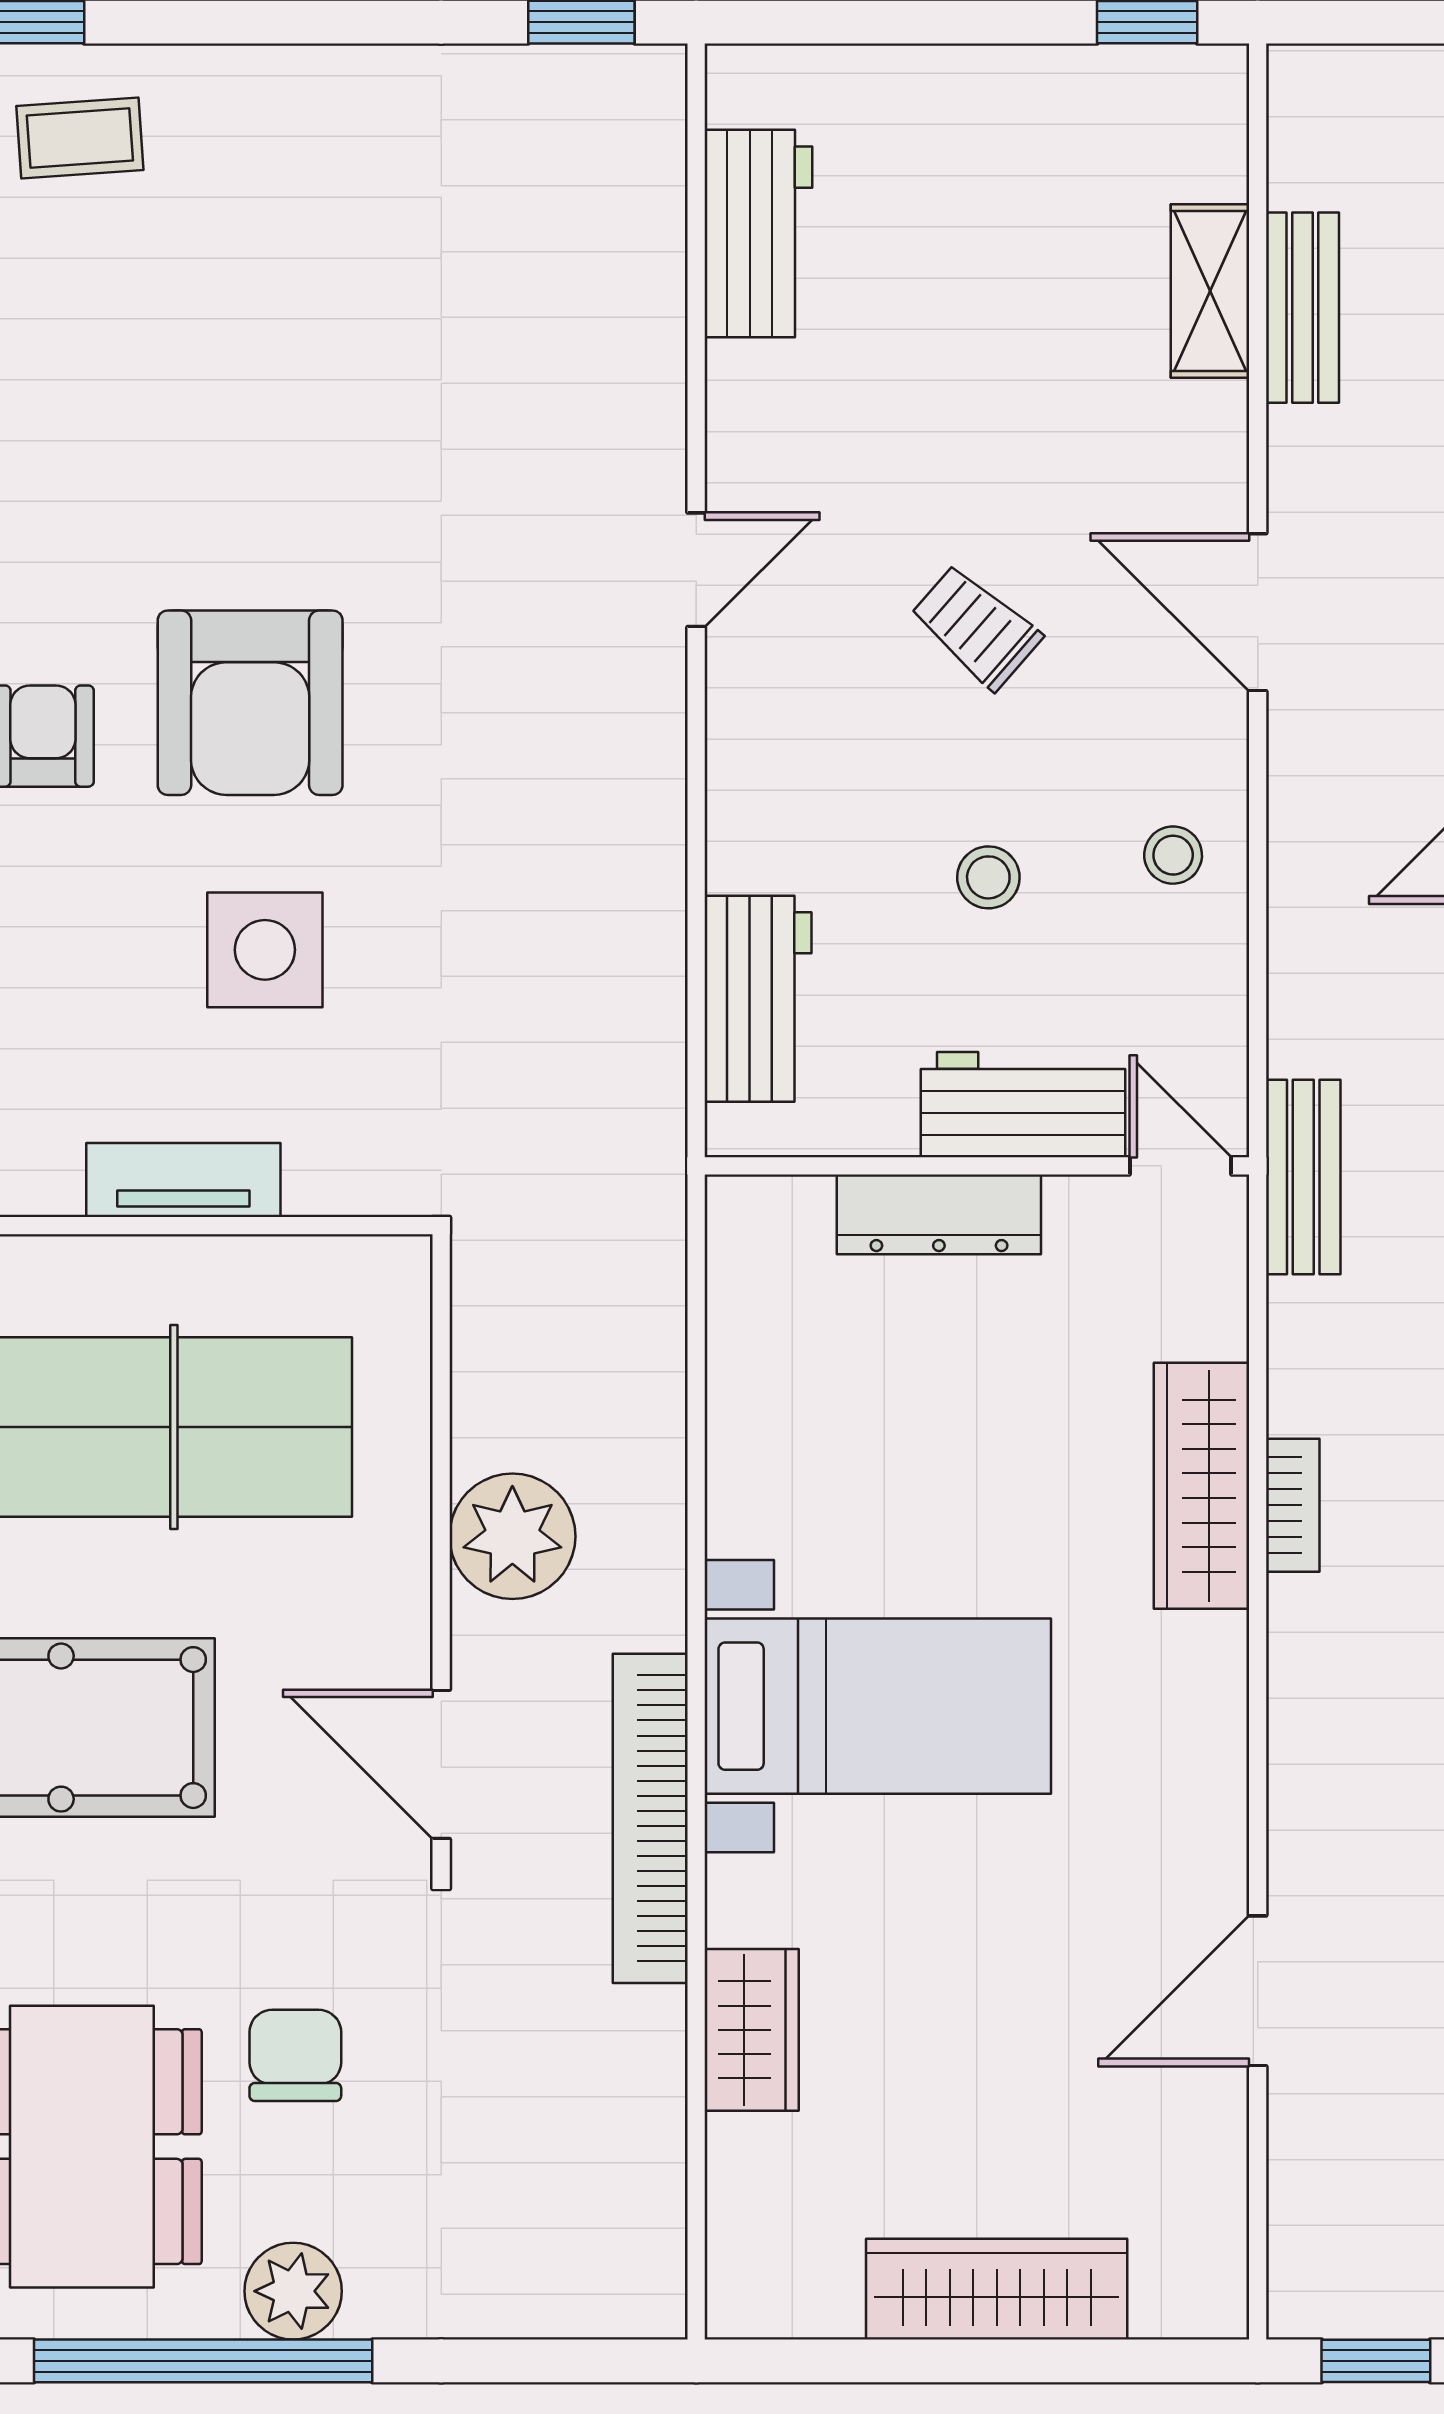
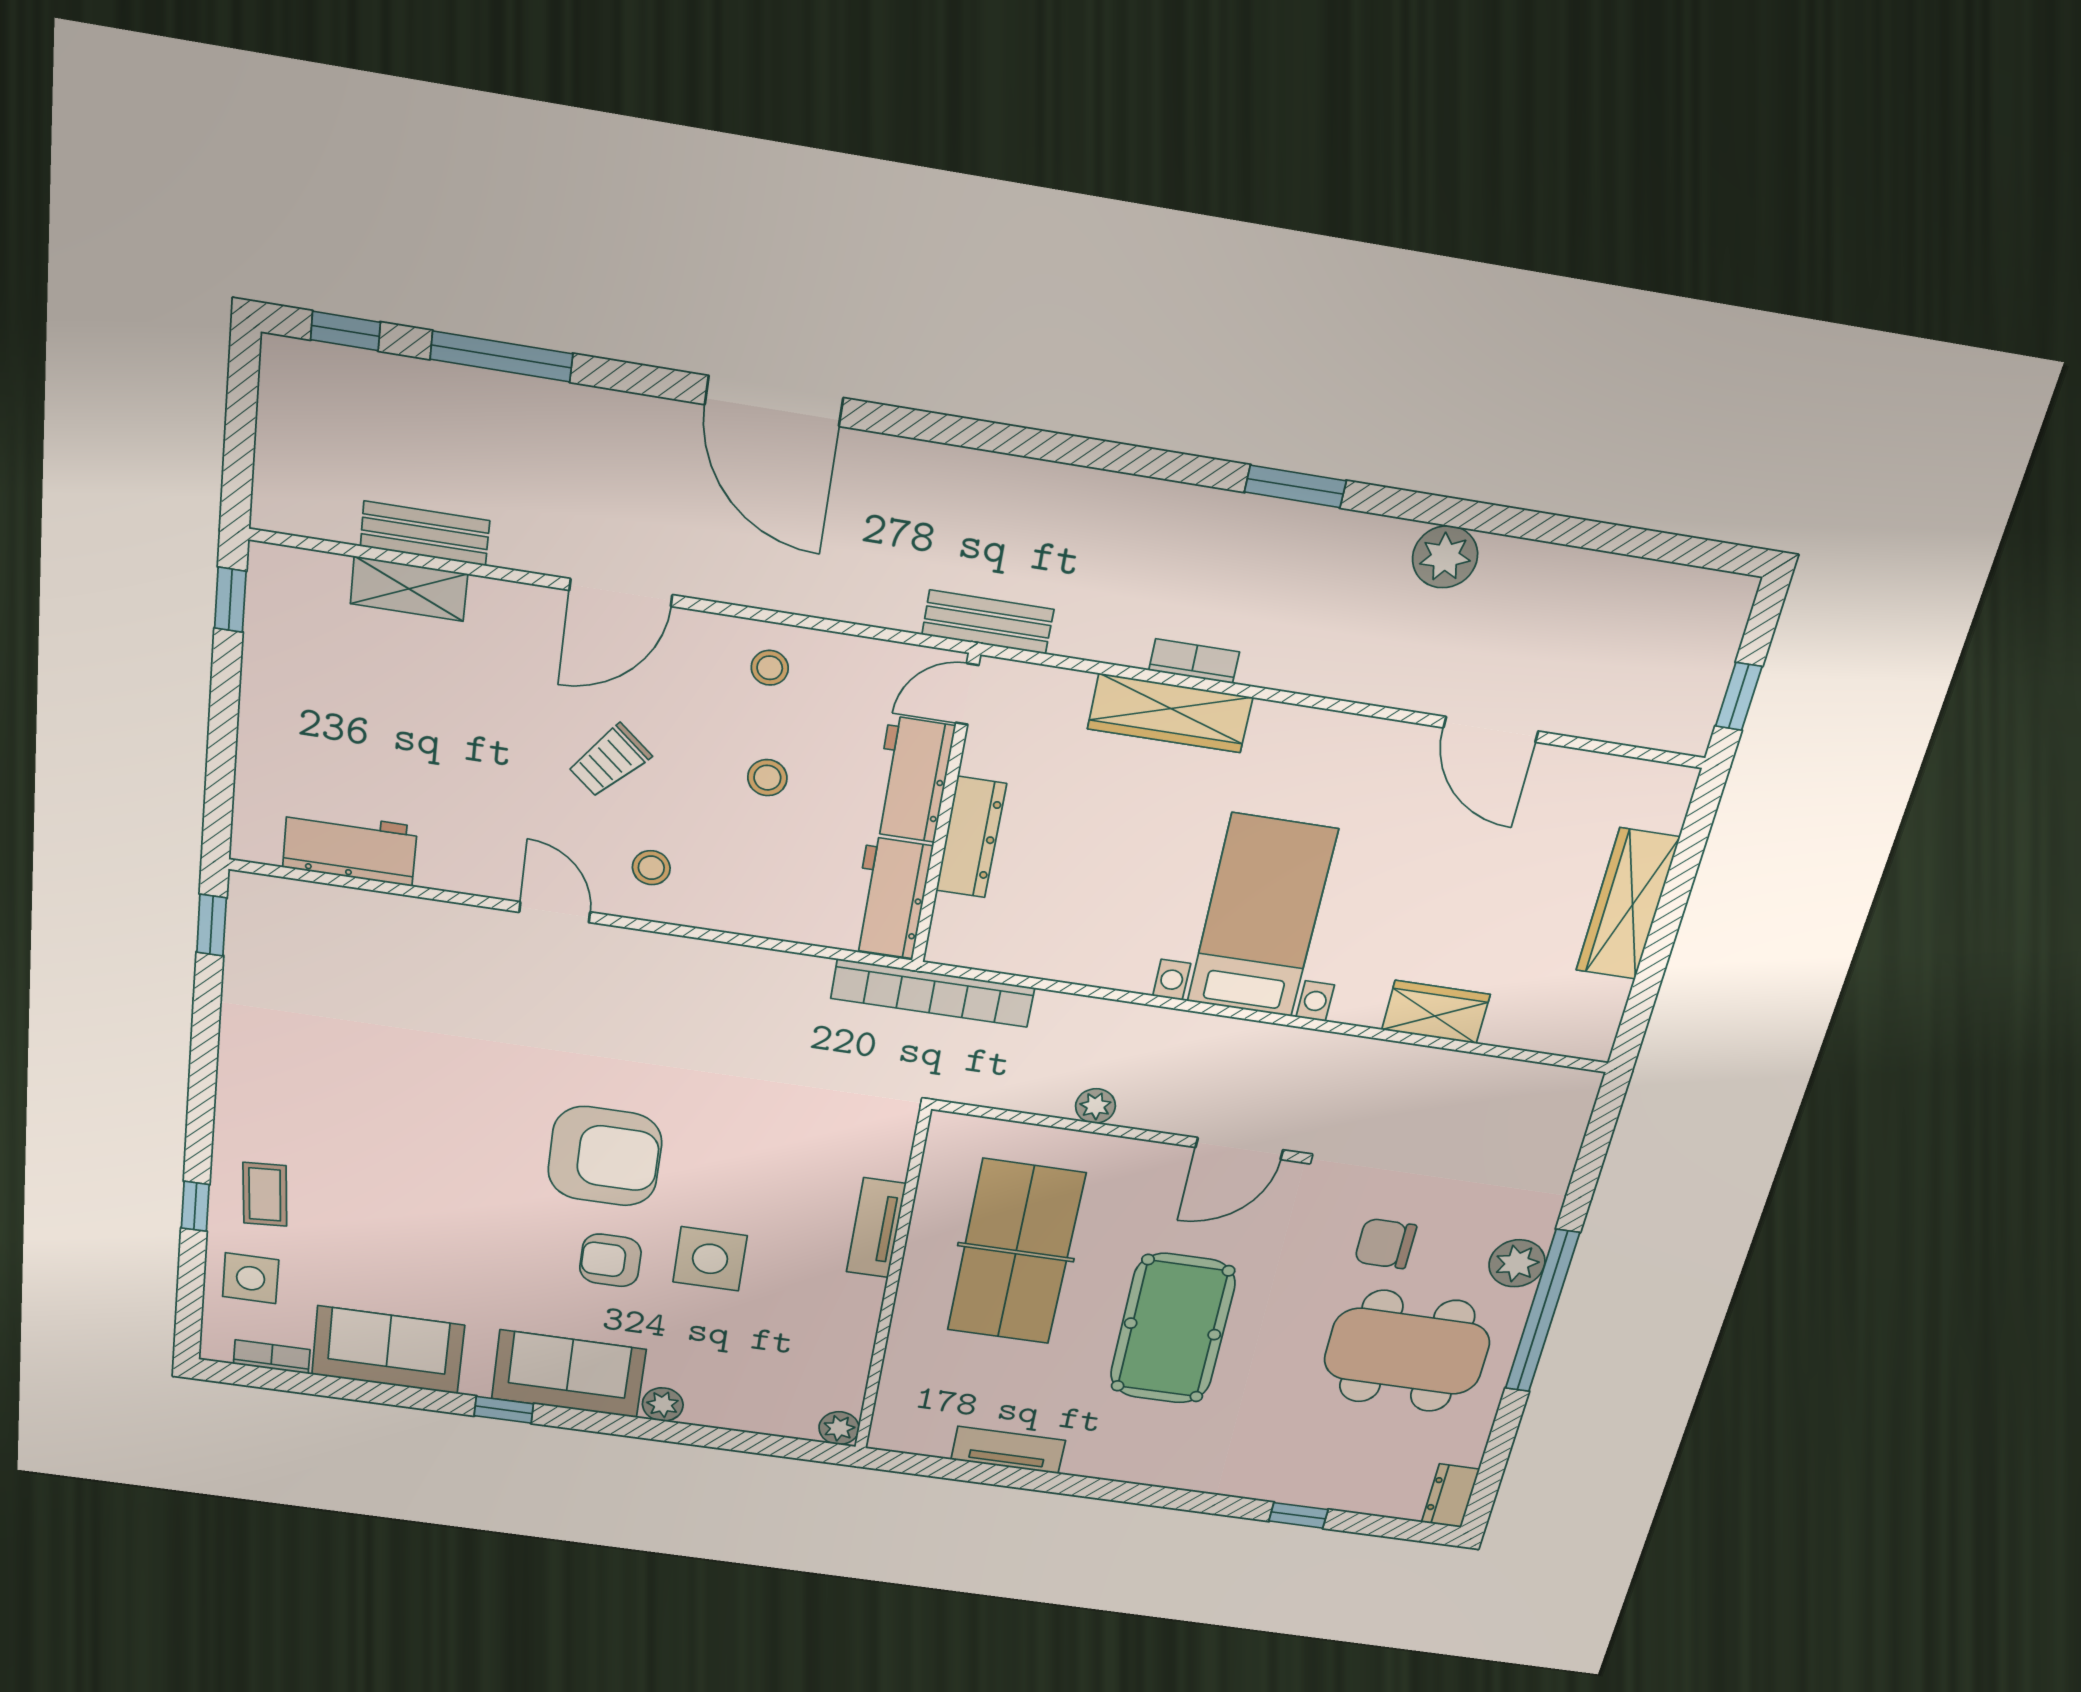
stool: (801, 715) -> (651, 868), added
side table: (265, 950) -> (710, 1259), moved
workbench: (758, 999) -> (891, 898), moved, turned -90
plant: (512, 1536) -> (1095, 1106), width x0.53, depth x0.53
bookcase: (650, 1818) -> (933, 993), moved

